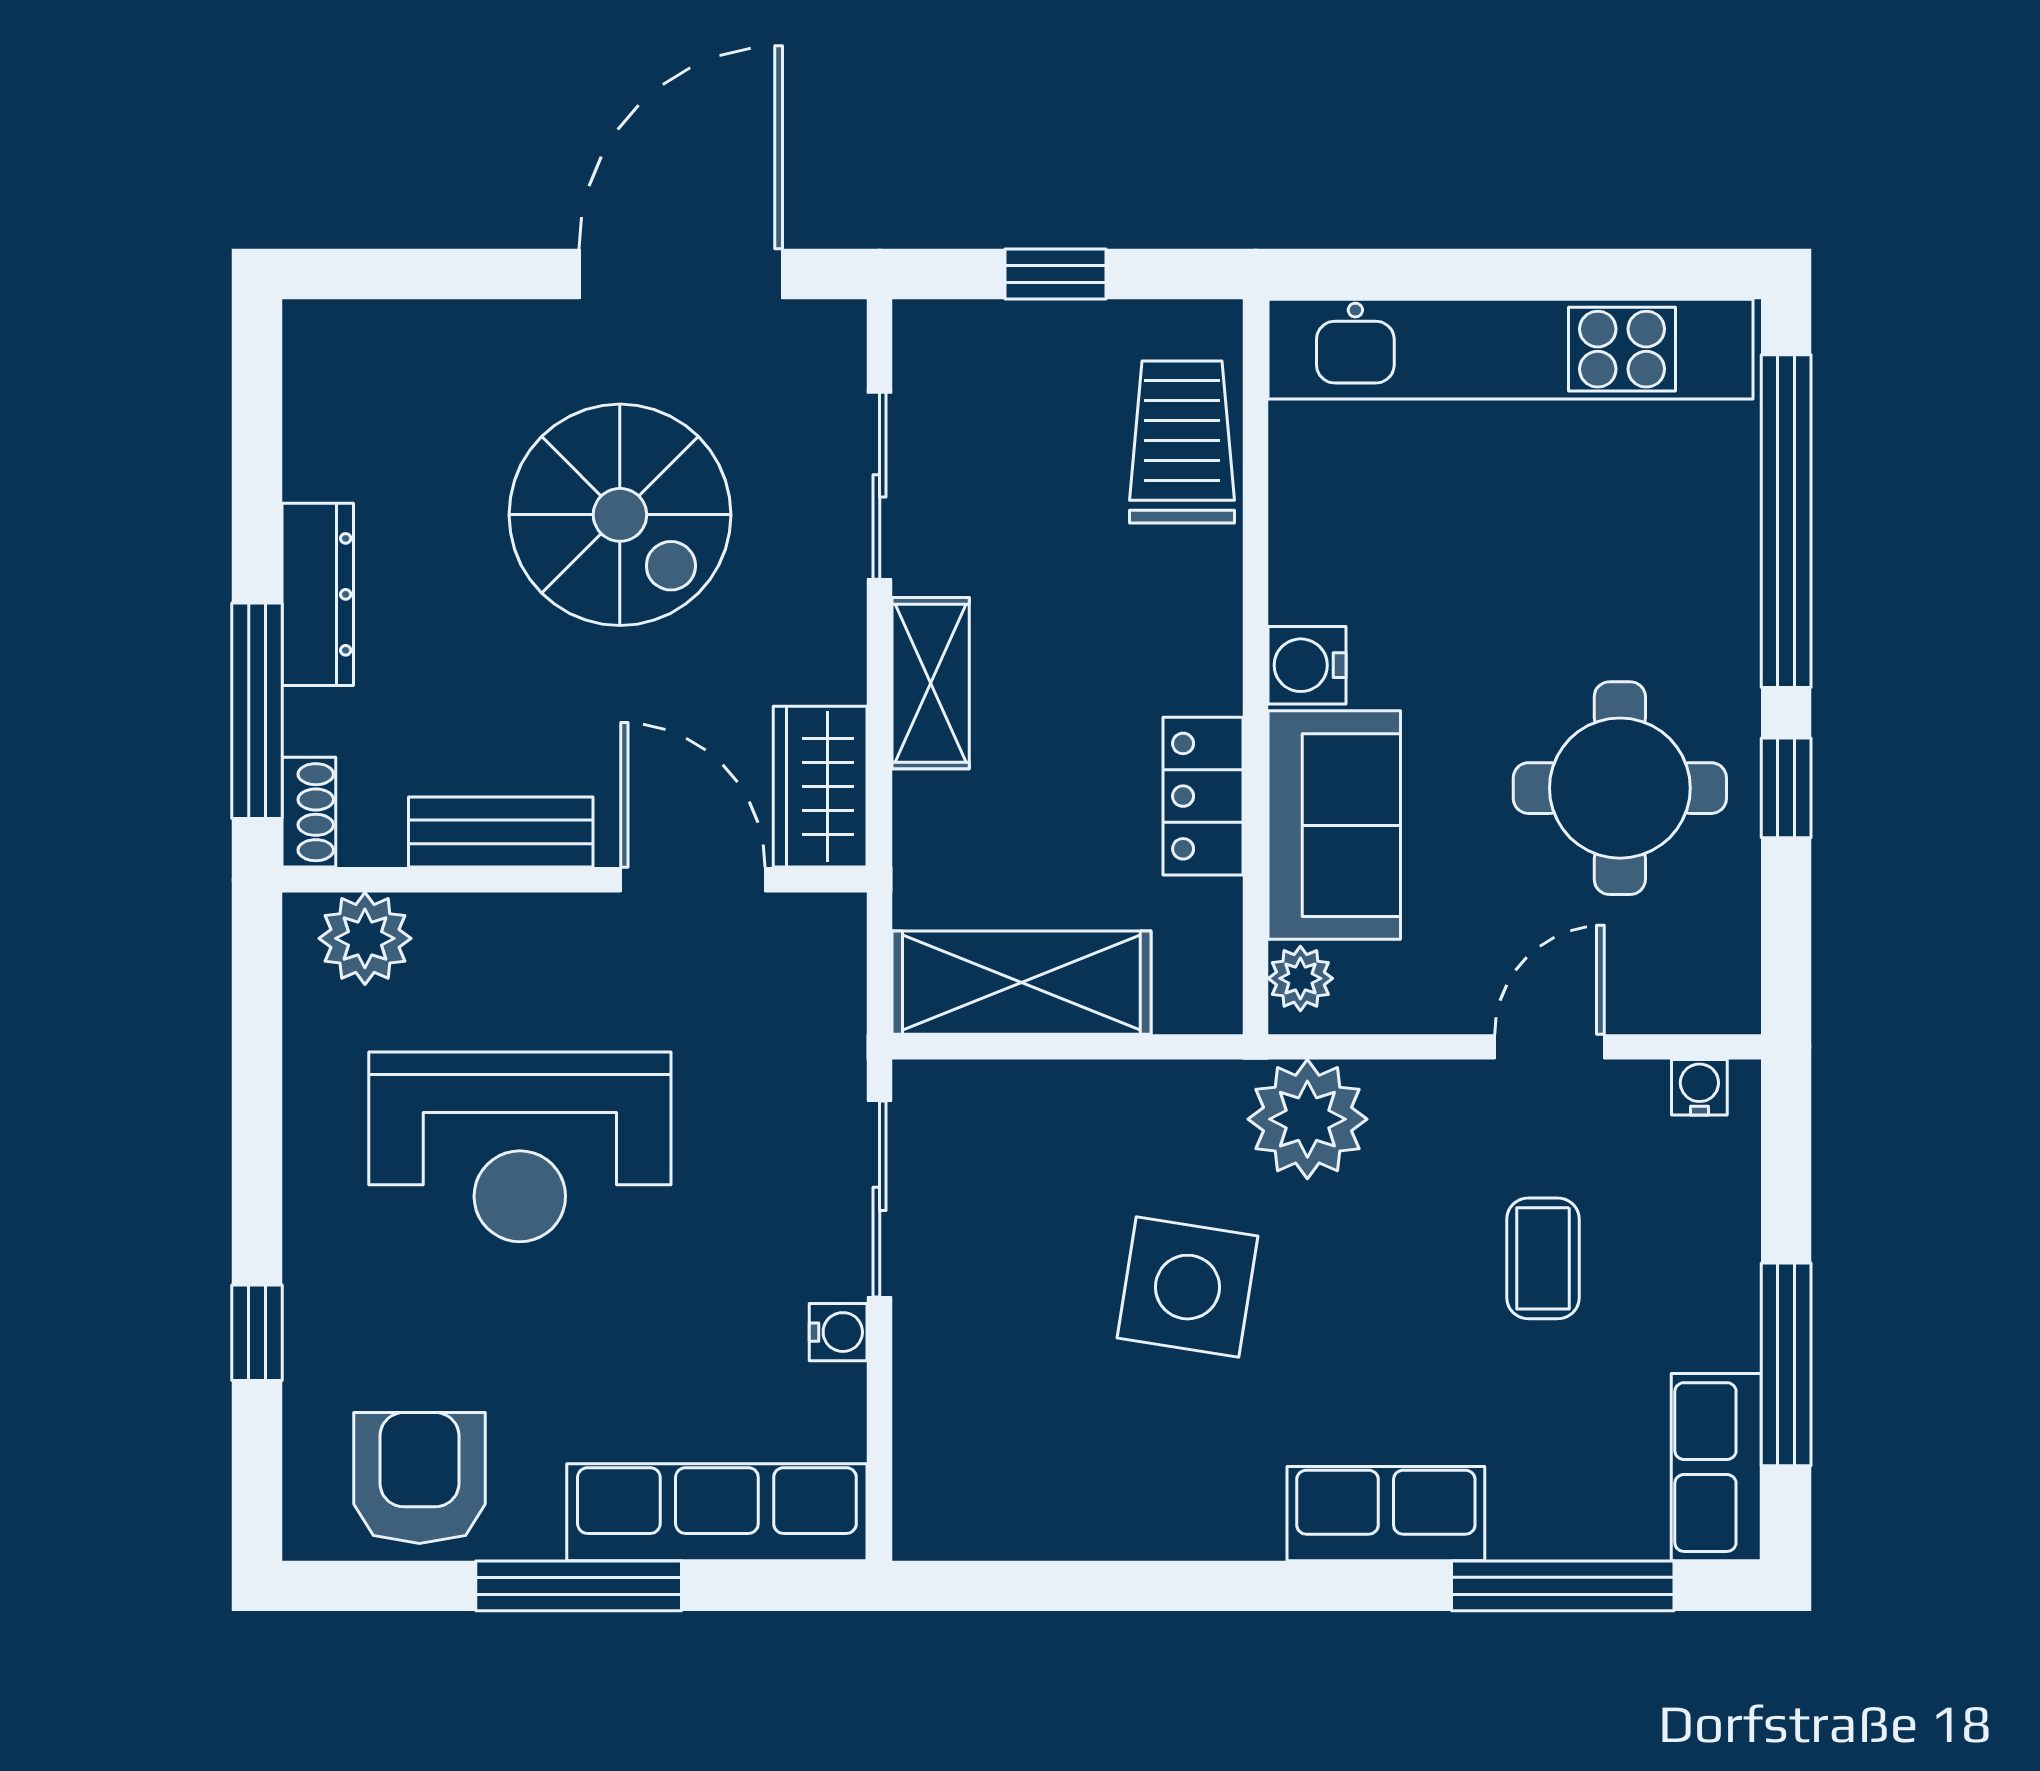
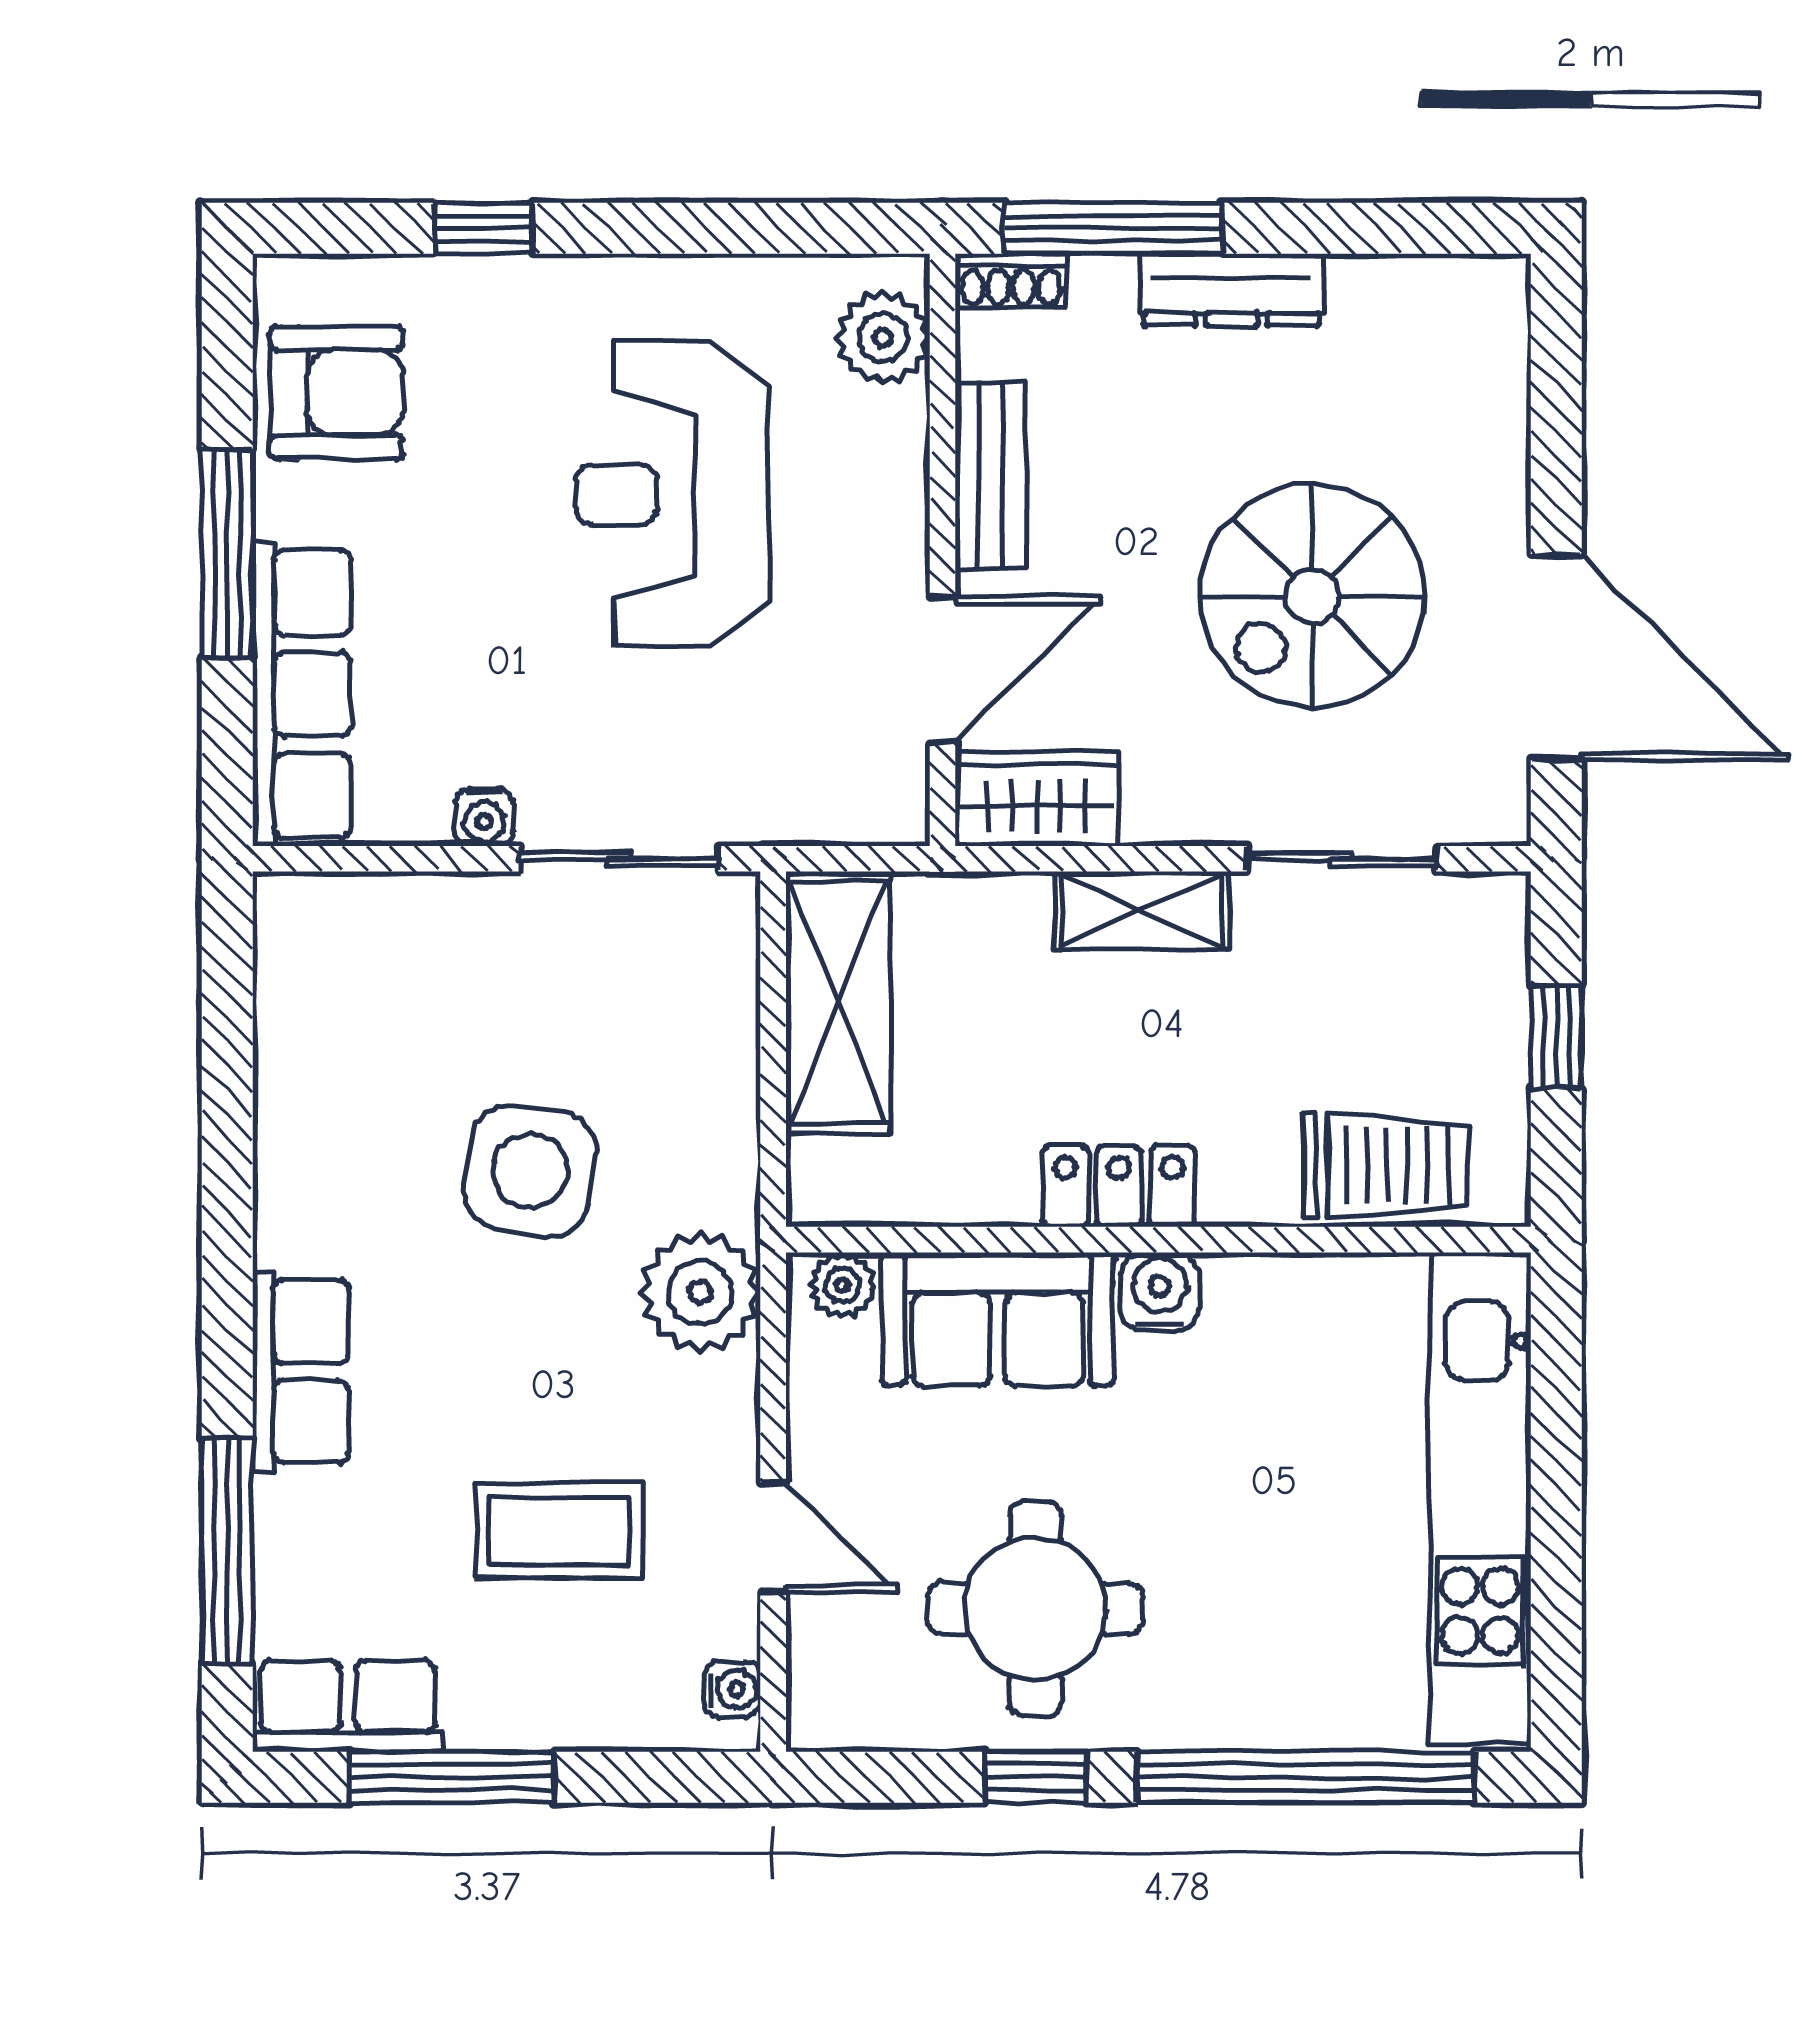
locker: (1203, 796) -> (1119, 1187), moved
coffee table: (1543, 1258) -> (559, 1531), width x1.36, depth x1.30

